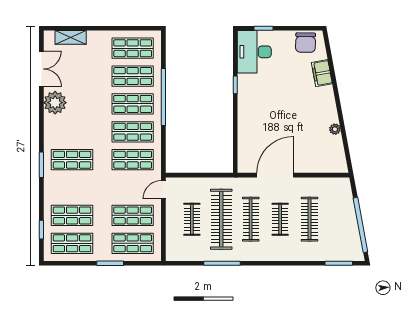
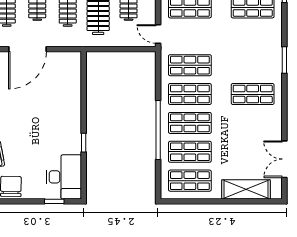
shelving: (71, 37) -> (246, 189), width x1.50, depth x1.33
plant: (55, 103) -> (270, 124), removed
shop shelf: (72, 160) -> (253, 94), moved
door: (275, 175) -> (27, 49), moved
door: (163, 190) -> (158, 34), swing flipped

